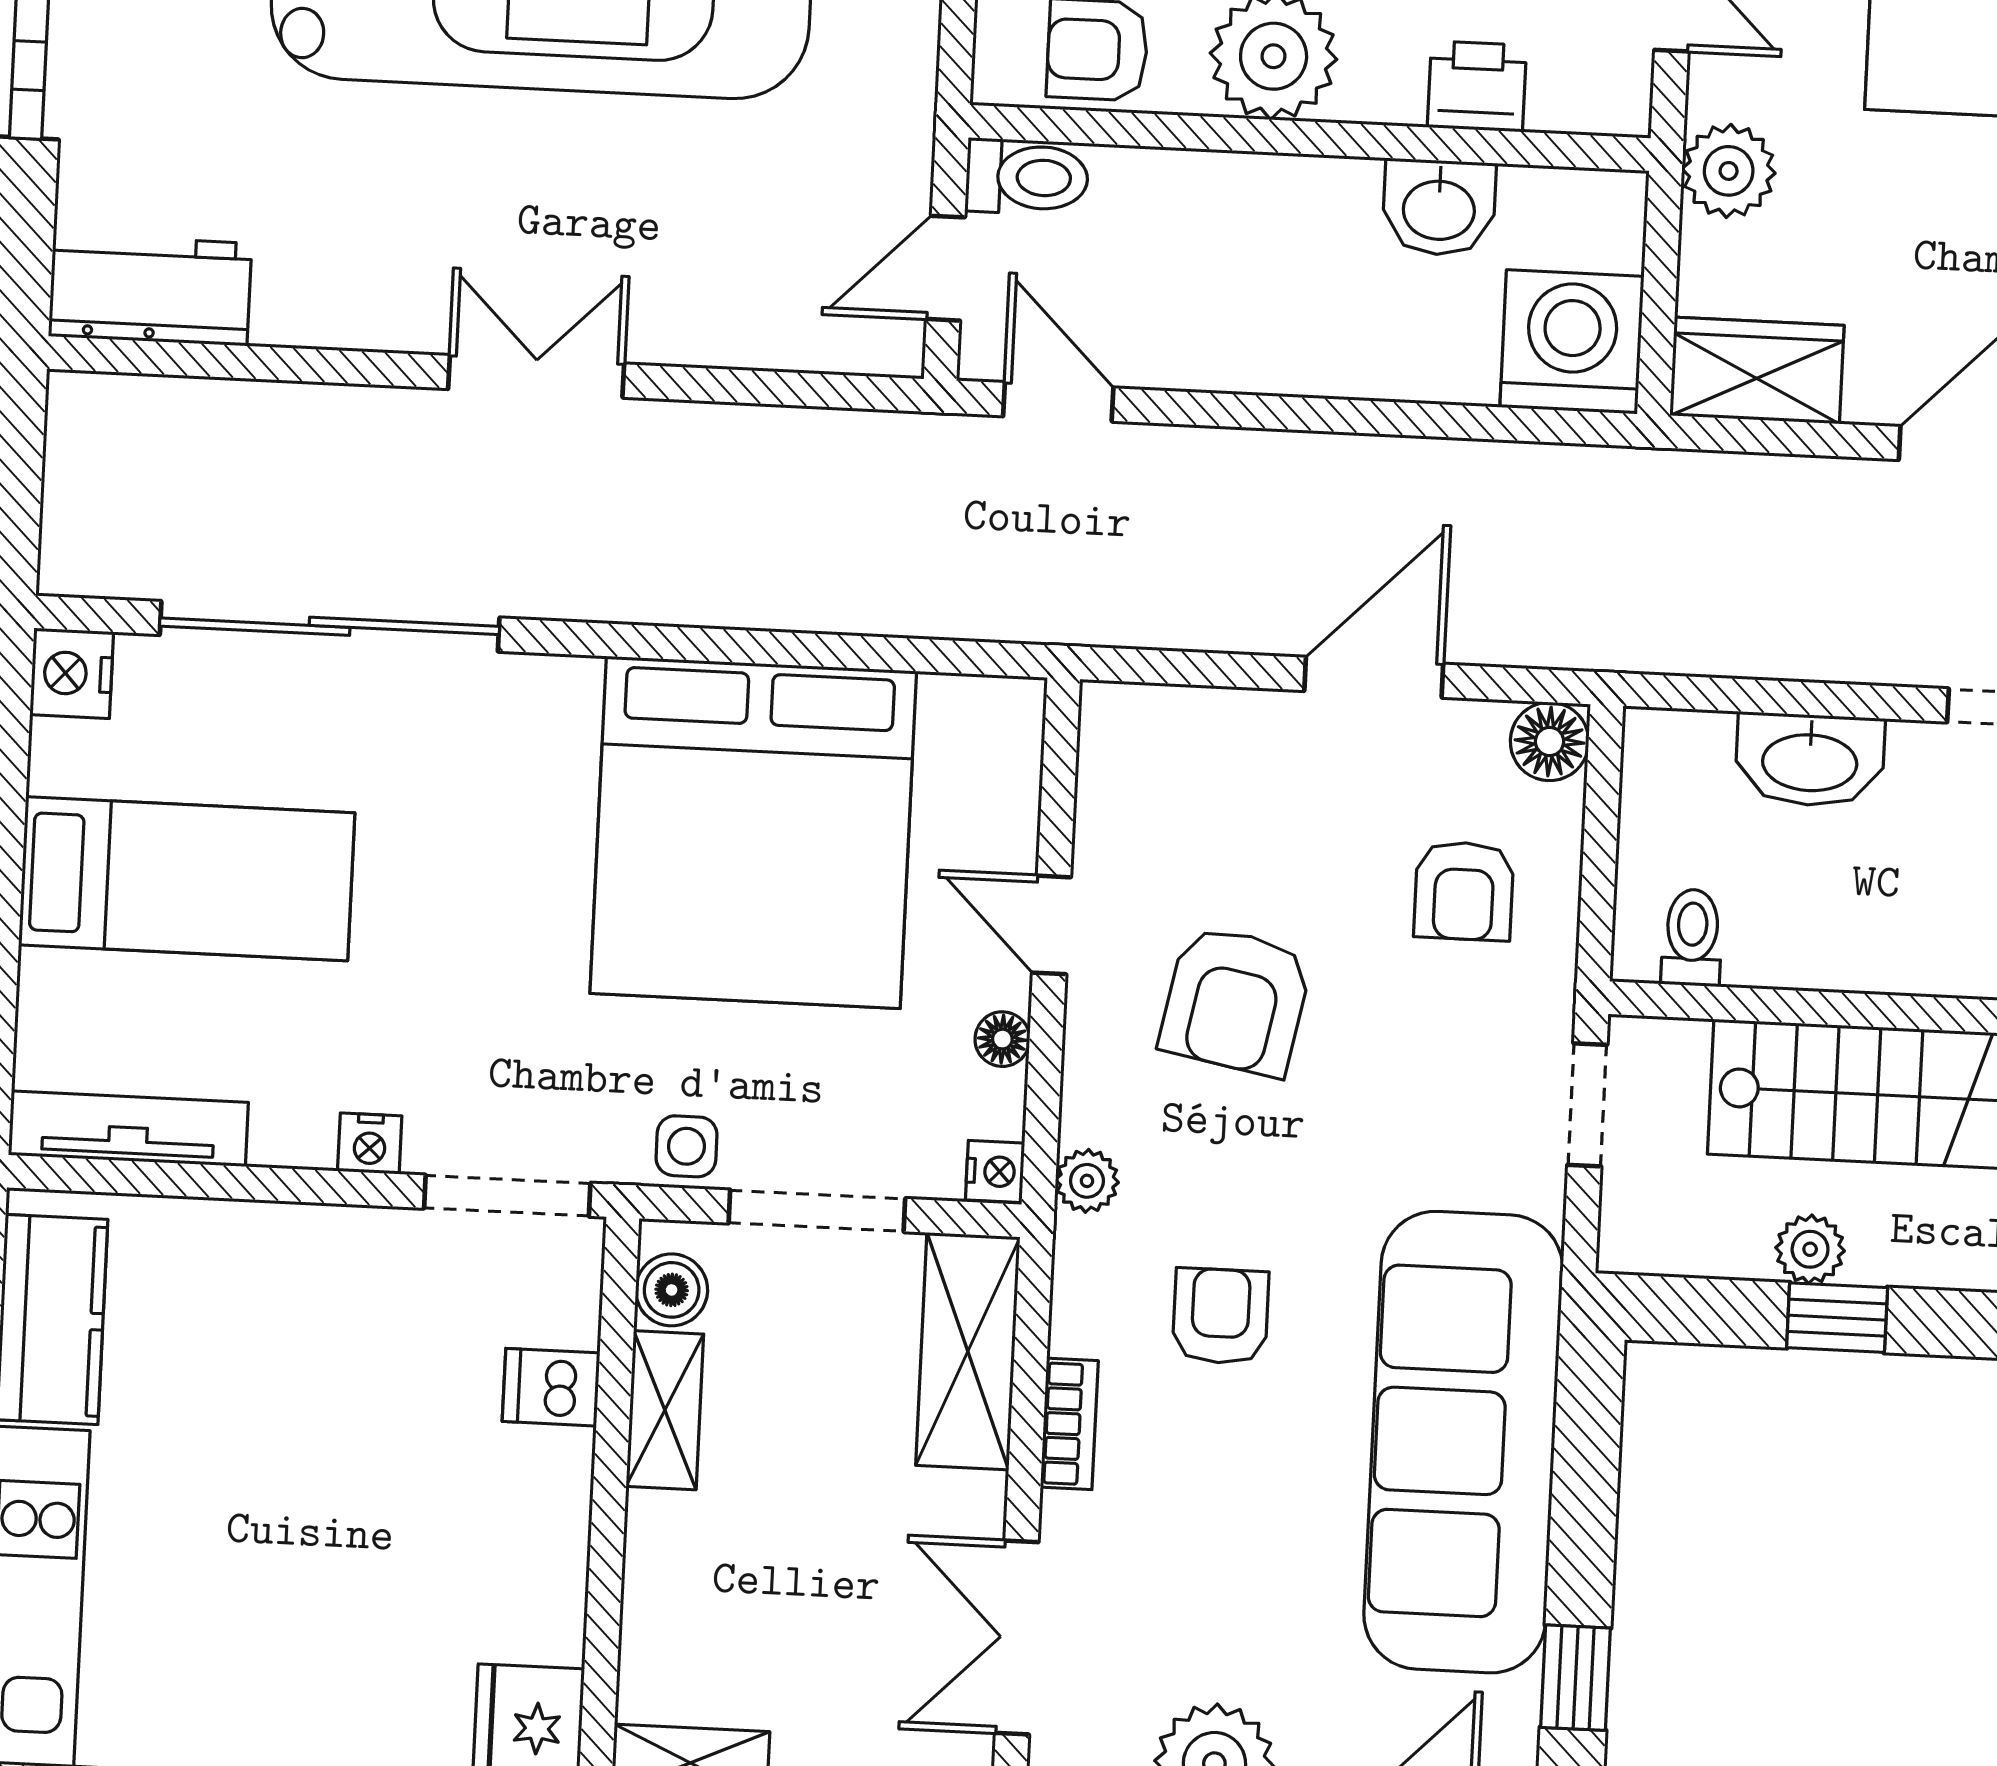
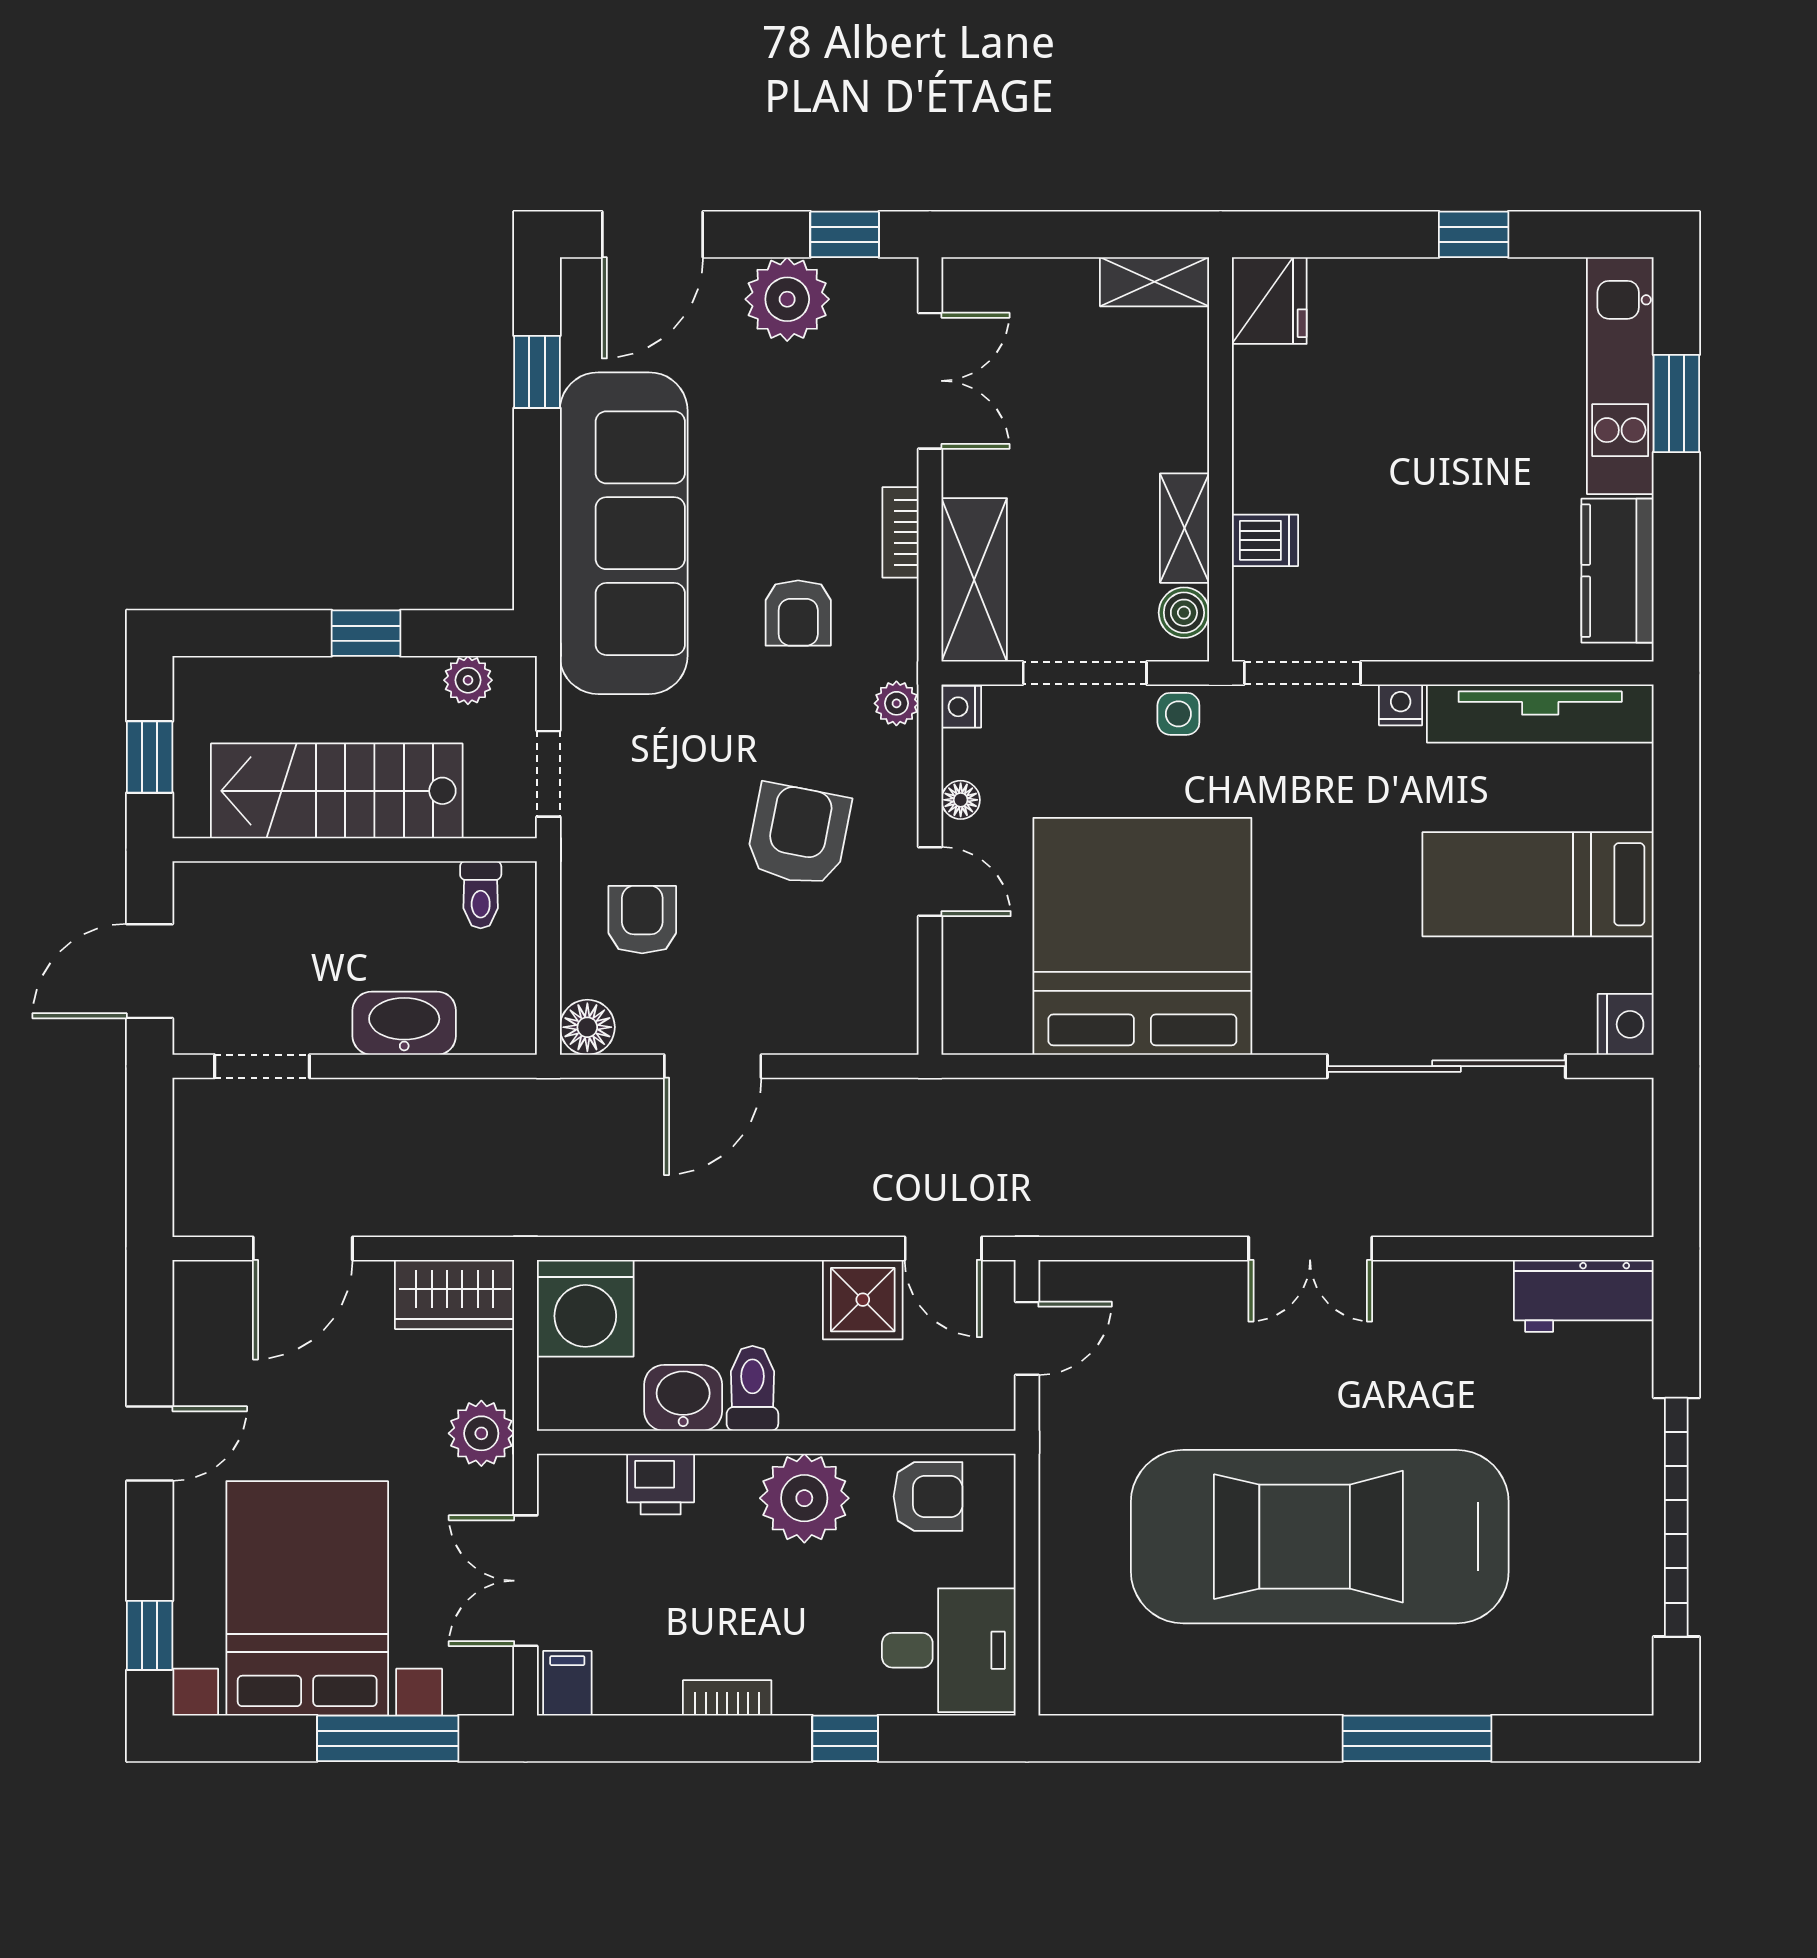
toilet: (1027, 177) -> (752, 1388), moved, turned 90
shower: (1176, 335) -> (863, 1300), added
tv unit: (128, 1129) -> (1540, 713), width x1.36, depth x1.29
plant: (1810, 1249) -> (468, 680), moved

